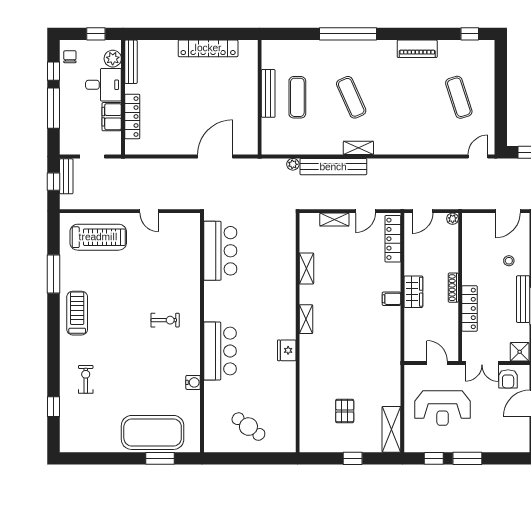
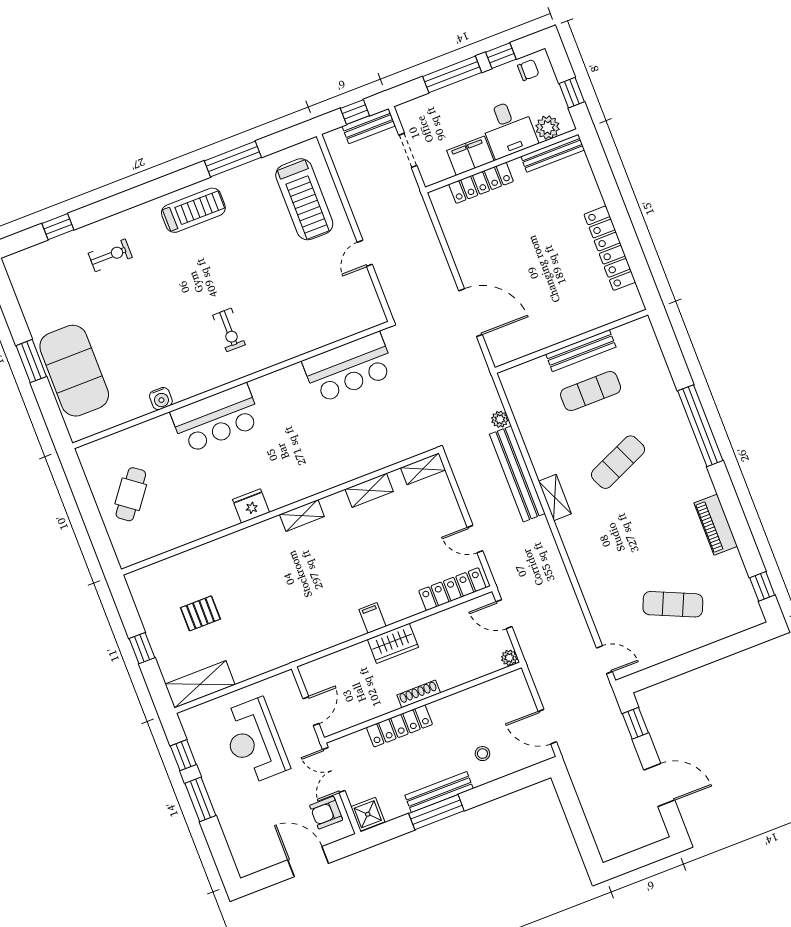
exercise mat: (459, 97) -> (673, 604), turned 42
shelving: (334, 220) -> (423, 469), moved, turned 90
window: (160, 458) -> (31, 361), moved

